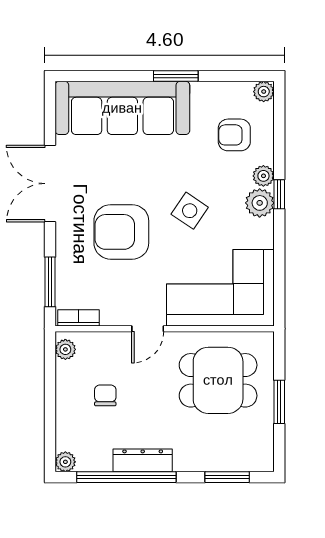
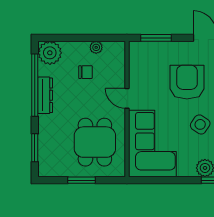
bookcase: (79, 318) -> (134, 55), removed
plant: (65, 349) -> (96, 47), moved
plant: (65, 462) -> (50, 53), width x1.88, depth x1.88

